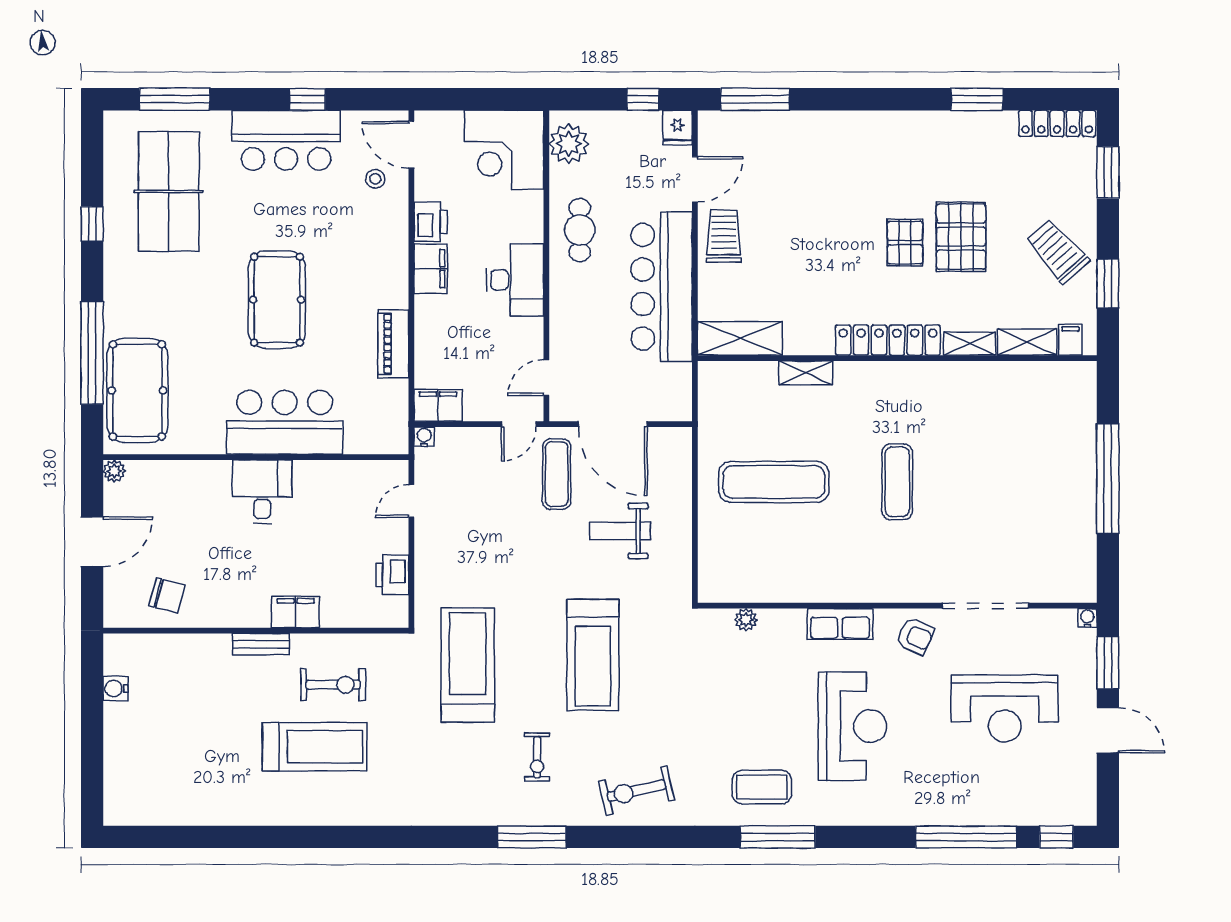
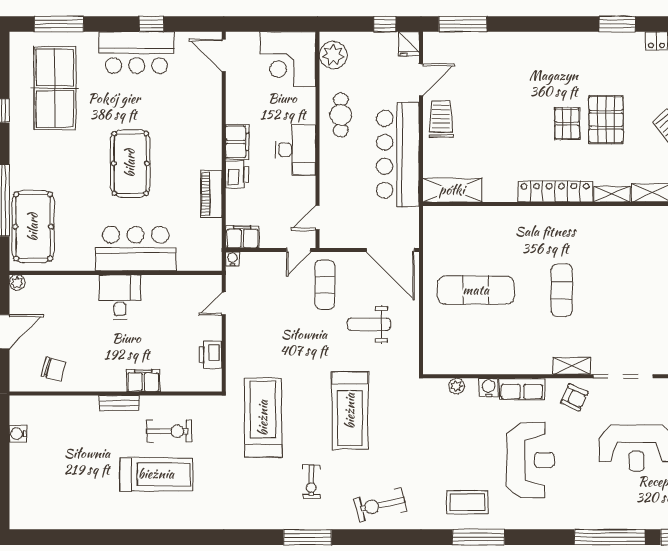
stool: (375, 179) -> (199, 79), removed
printer: (431, 222) -> (237, 174), moved
shelving: (806, 373) -> (572, 366), moved
door: (613, 424) -> (390, 250), moved
water cooler: (792, 622) -> (488, 388), added

